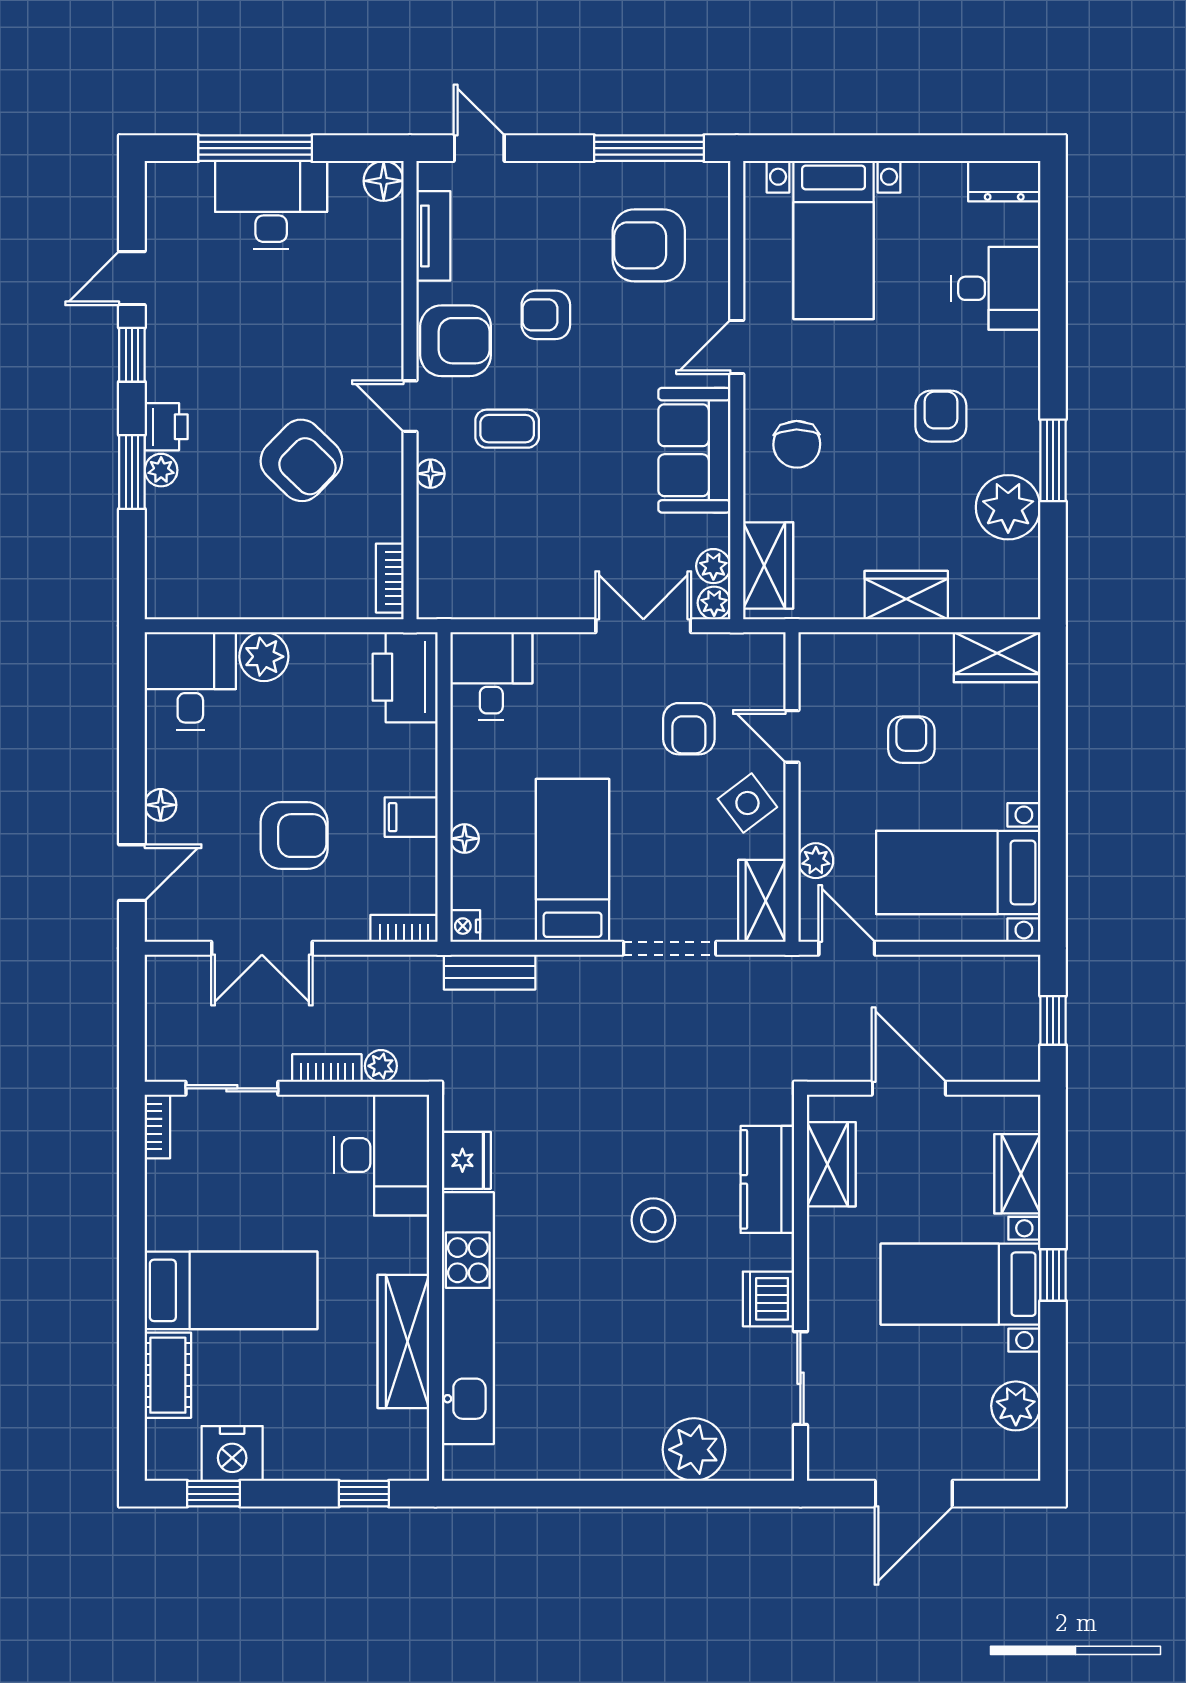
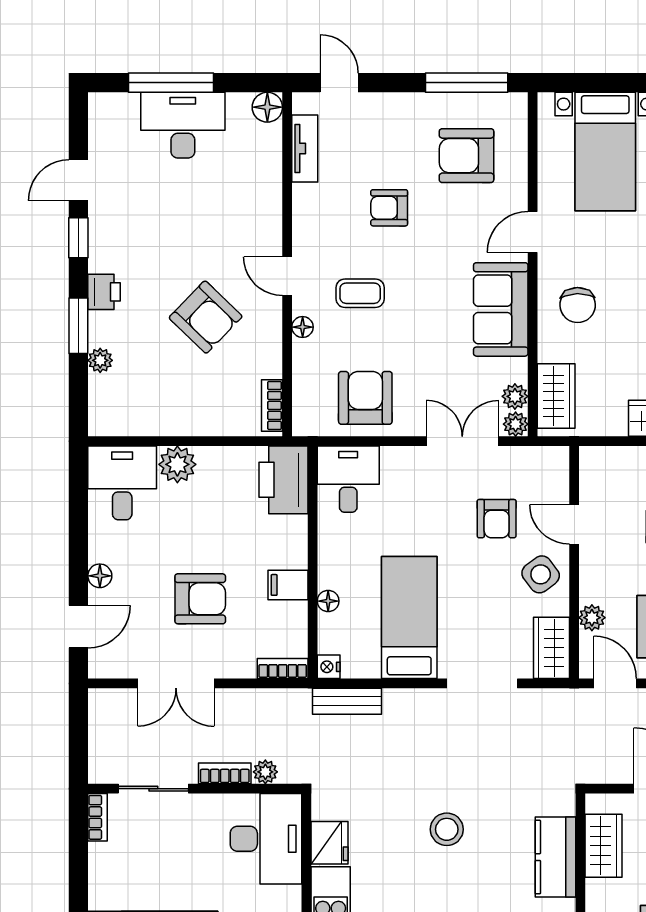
armchair: (456, 341) -> (365, 398), moved, turned -90
plant: (161, 470) -> (100, 360), moved
stool: (653, 1220) -> (447, 829), moved

